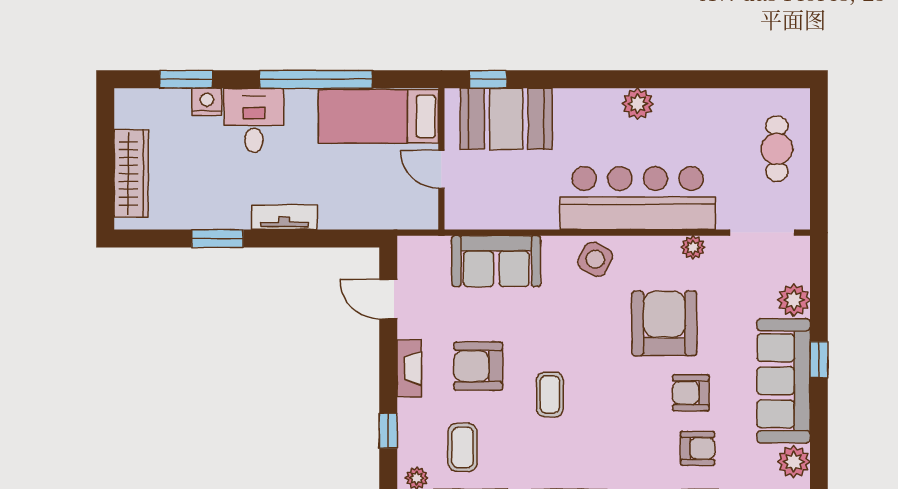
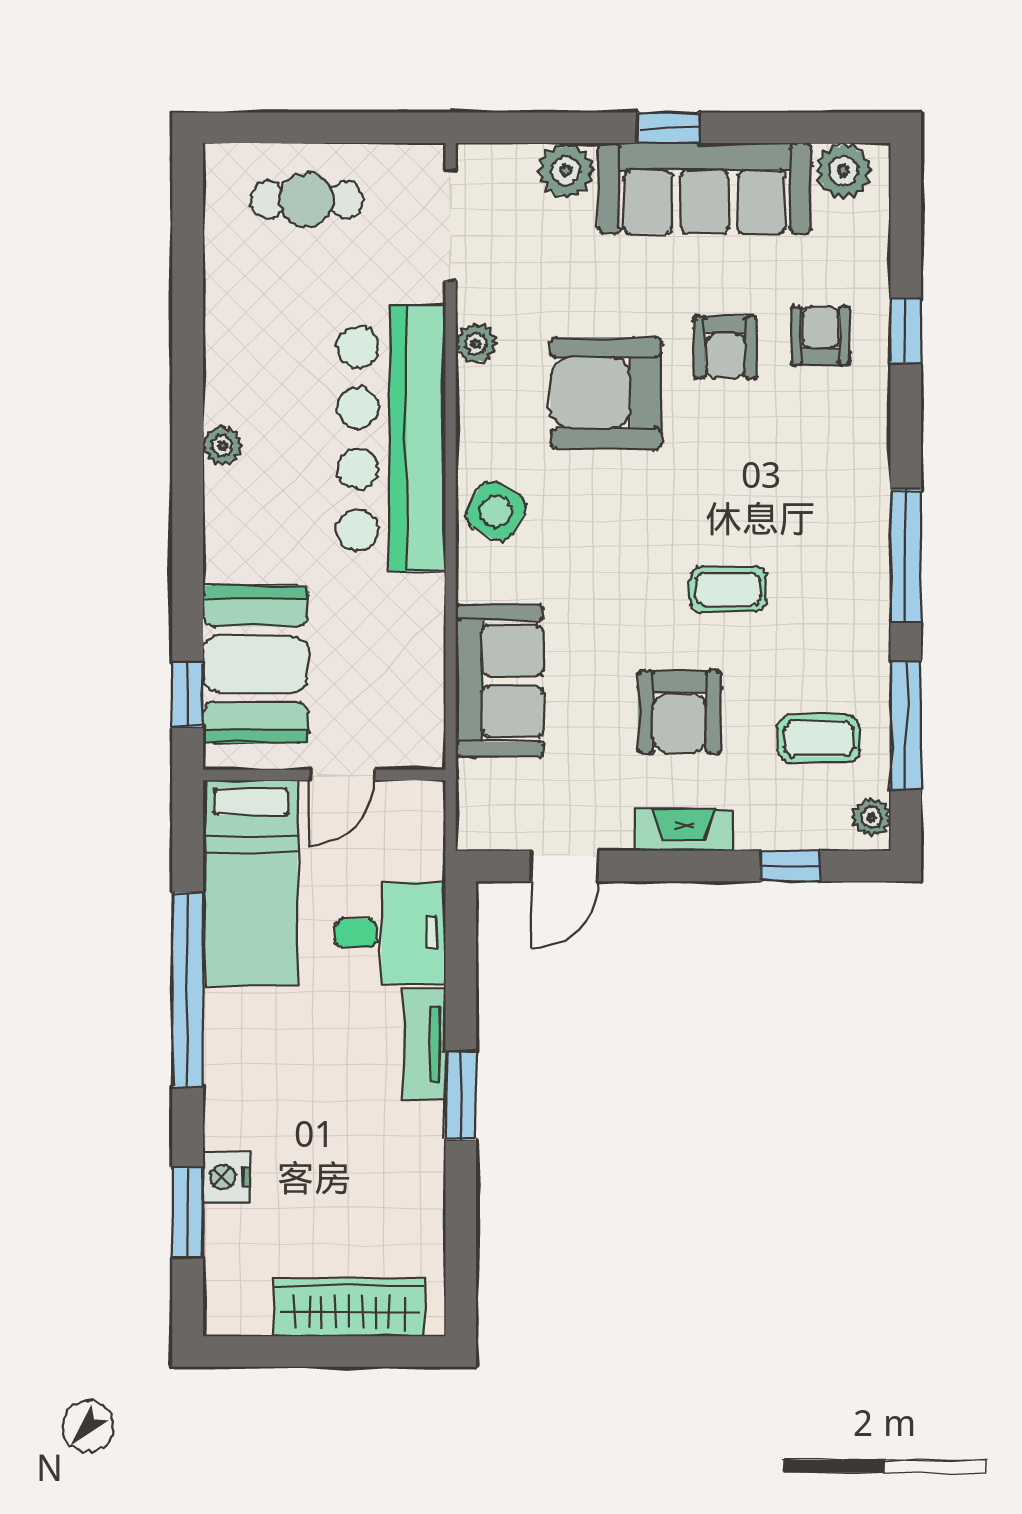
plant: (638, 104) -> (222, 446), width x0.73, depth x0.73
desk: (254, 120) -> (390, 933), moved, turned 180
window: (217, 239) -> (461, 1095), moved

